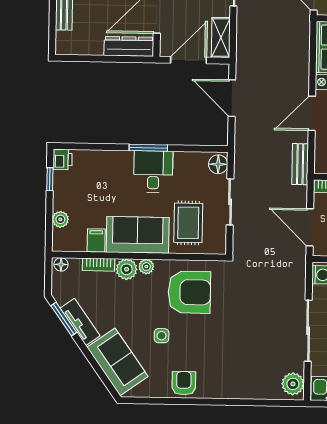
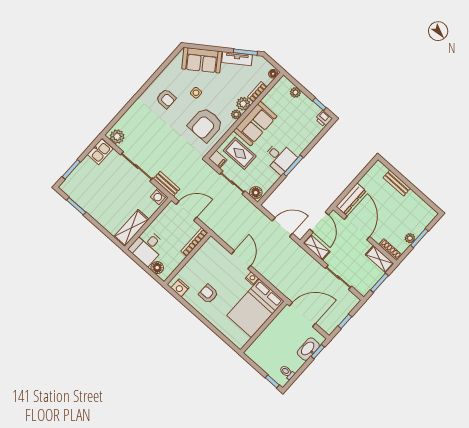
bench: (300, 164) -> (167, 184), moved
filing cabinet: (96, 240) -> (218, 159), moved
armchair: (184, 383) -> (166, 99), moved

